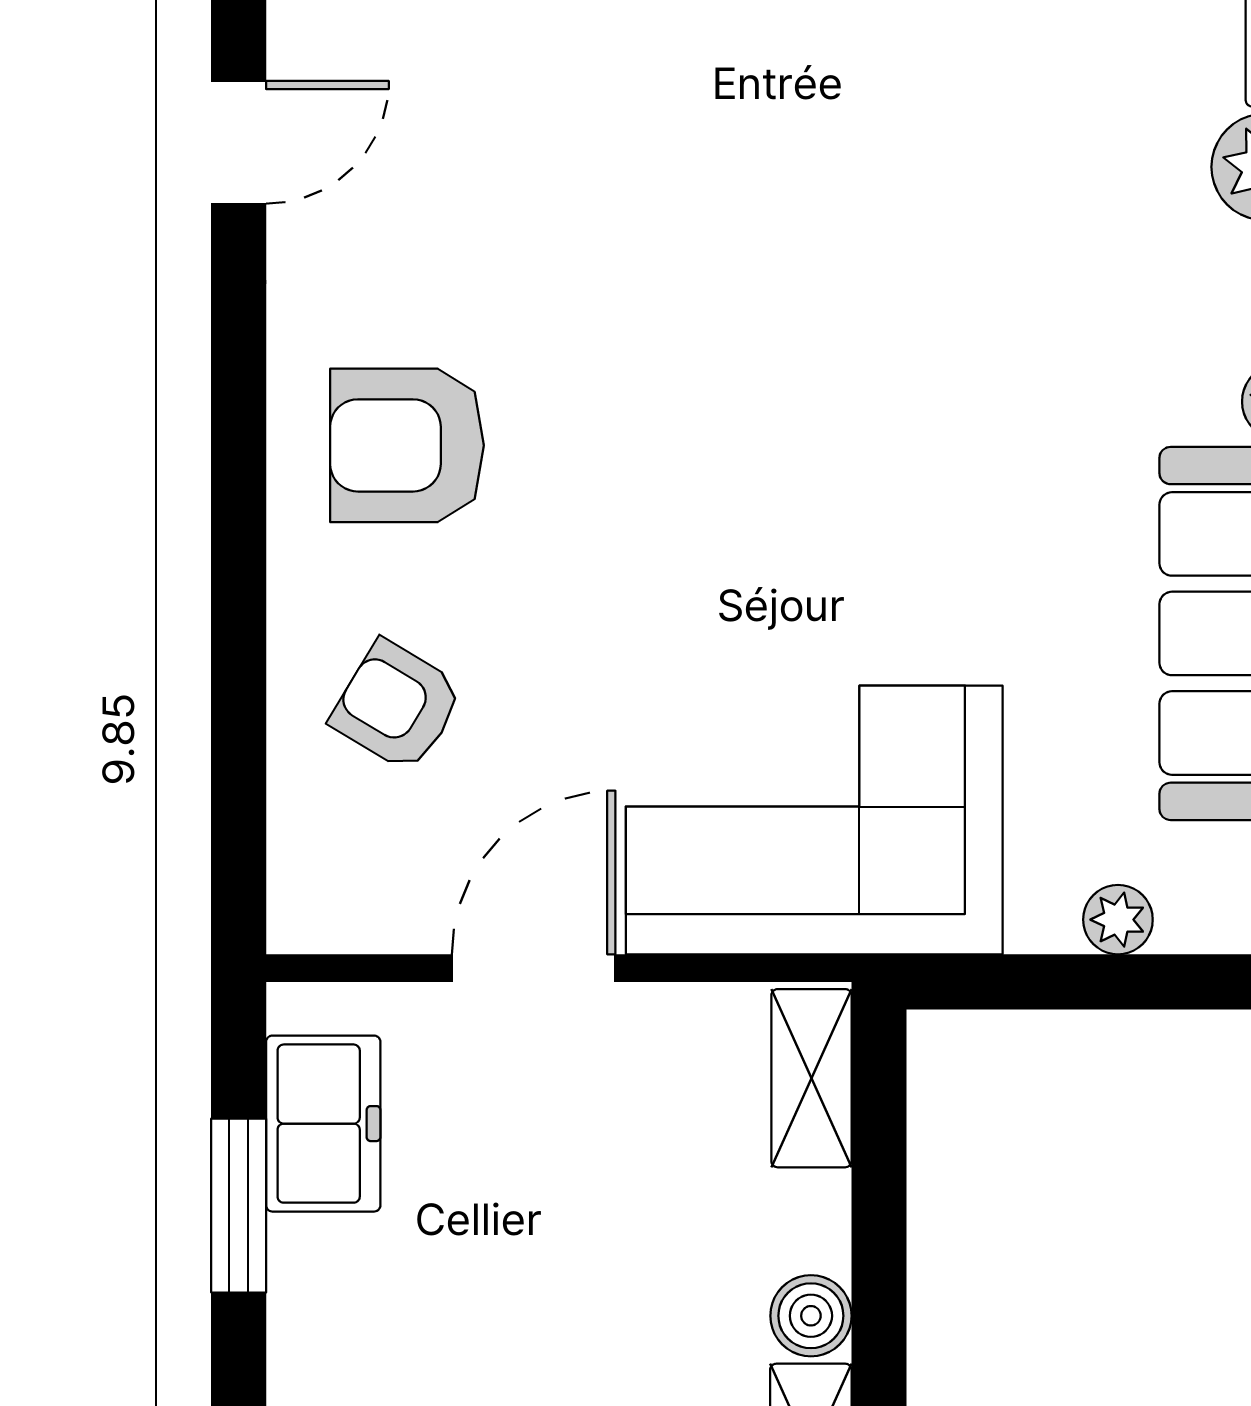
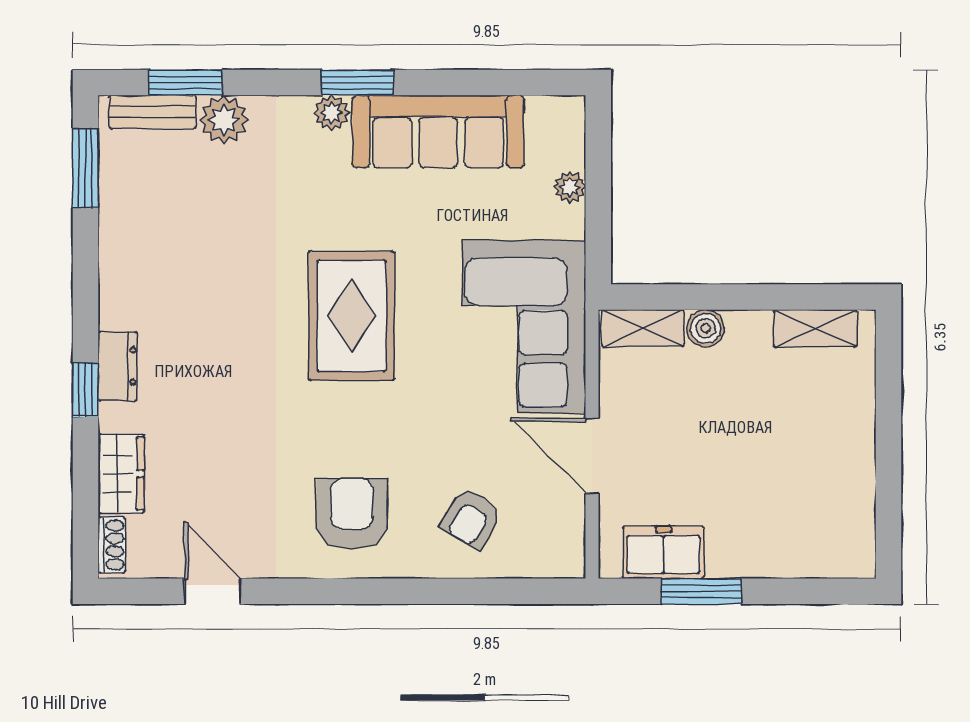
armchair: (407, 445) -> (352, 514), turned 180
rug: (838, 445) -> (352, 316), added
boiler: (811, 1316) -> (706, 328), moved

